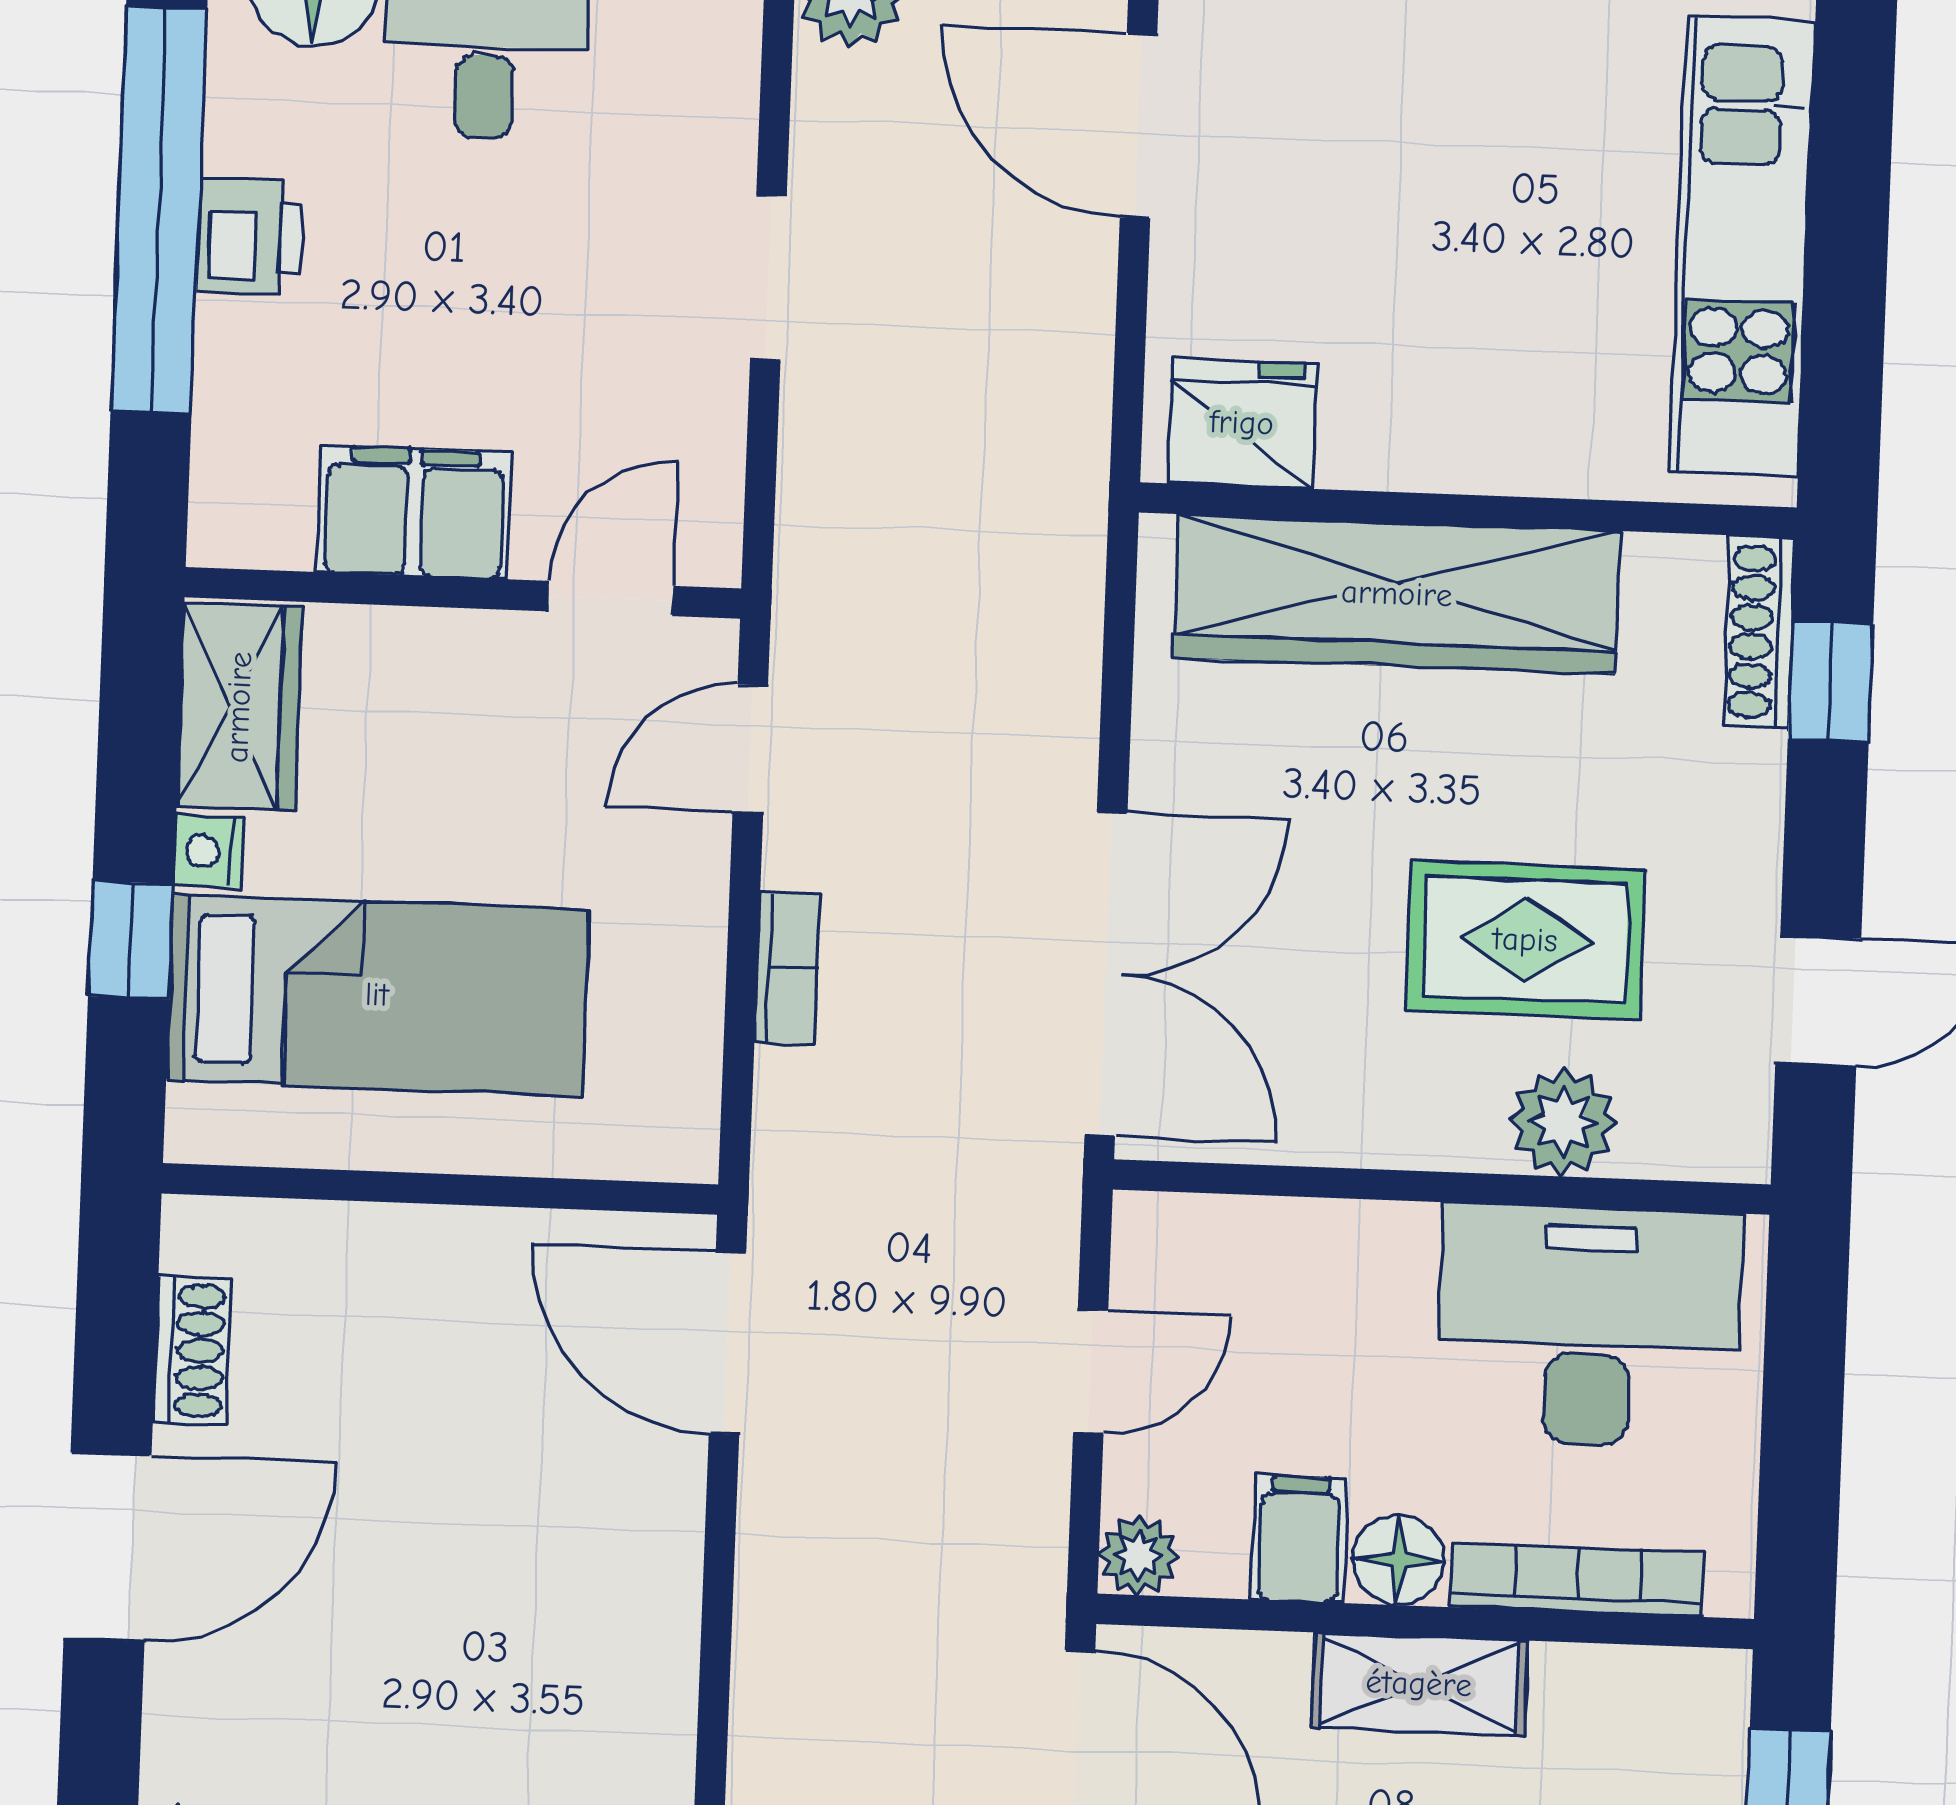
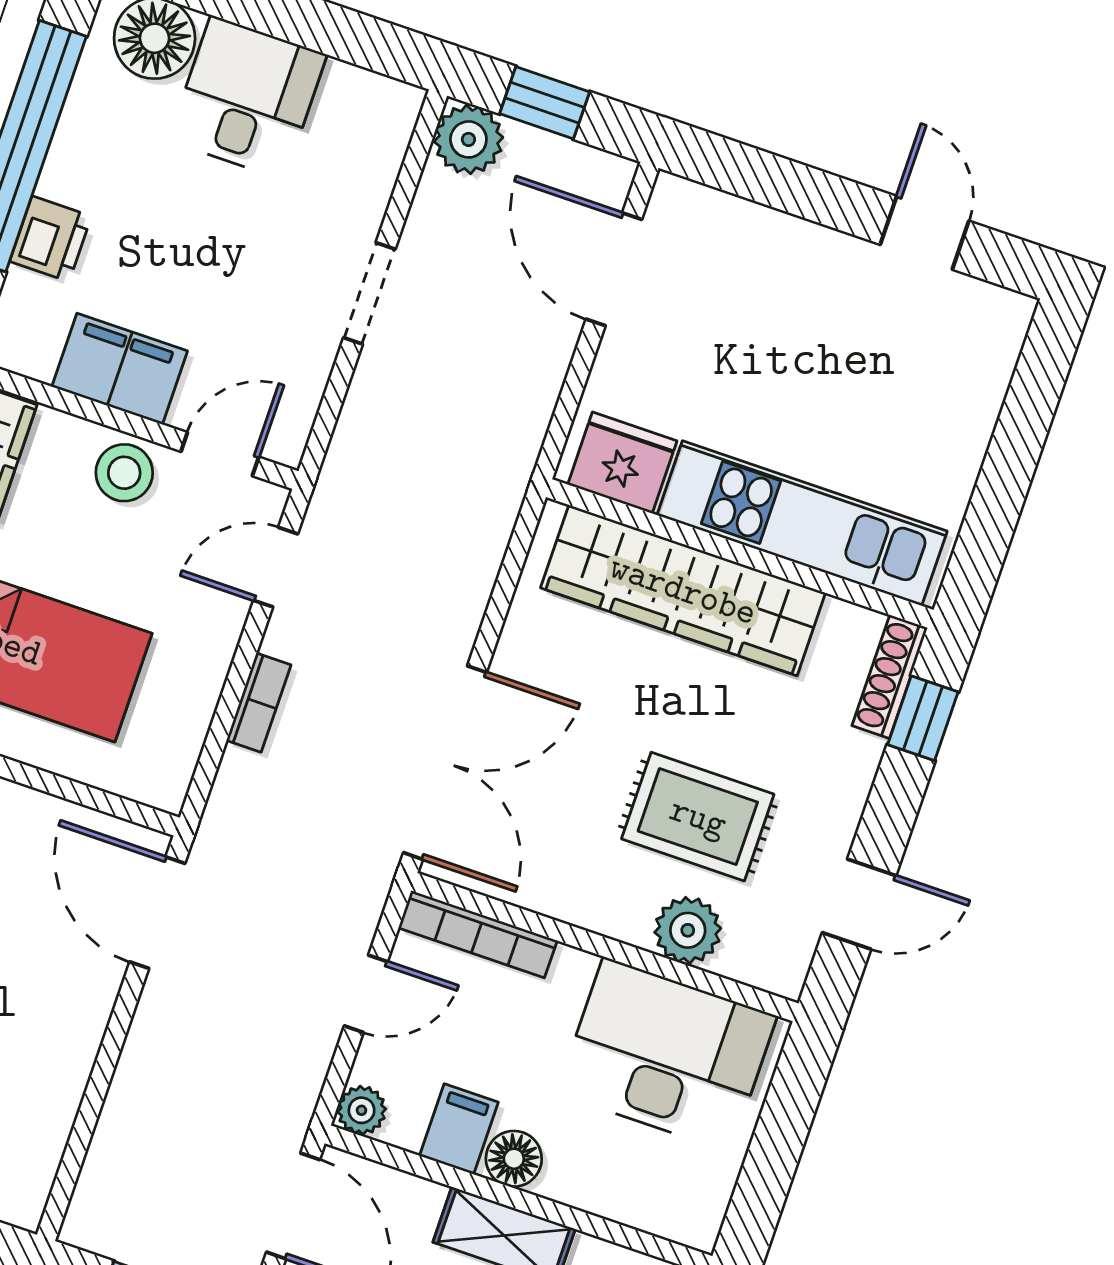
printer: (250, 237) -> (51, 239), moved
kitchen unit: (1742, 246) -> (802, 523), moved, turned 90
stool: (470, 672) -> (124, 473), added
bookcase: (1577, 1580) -> (478, 934), moved, turned 180

